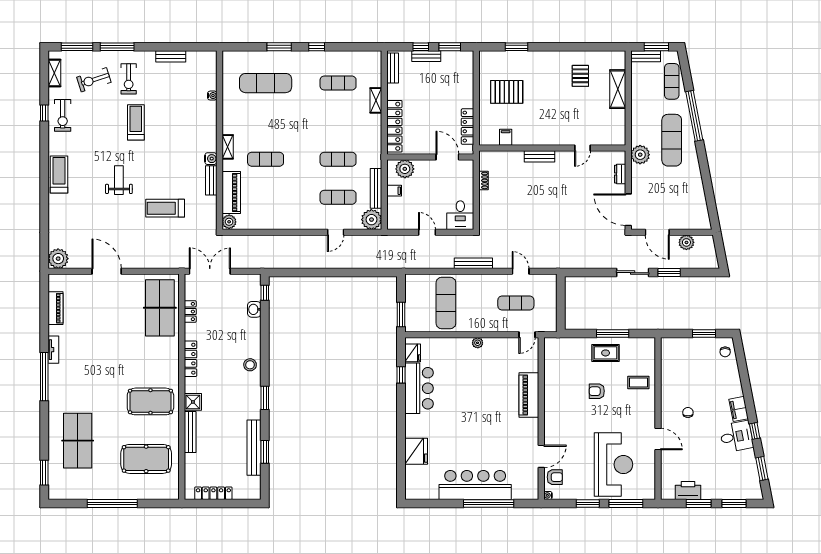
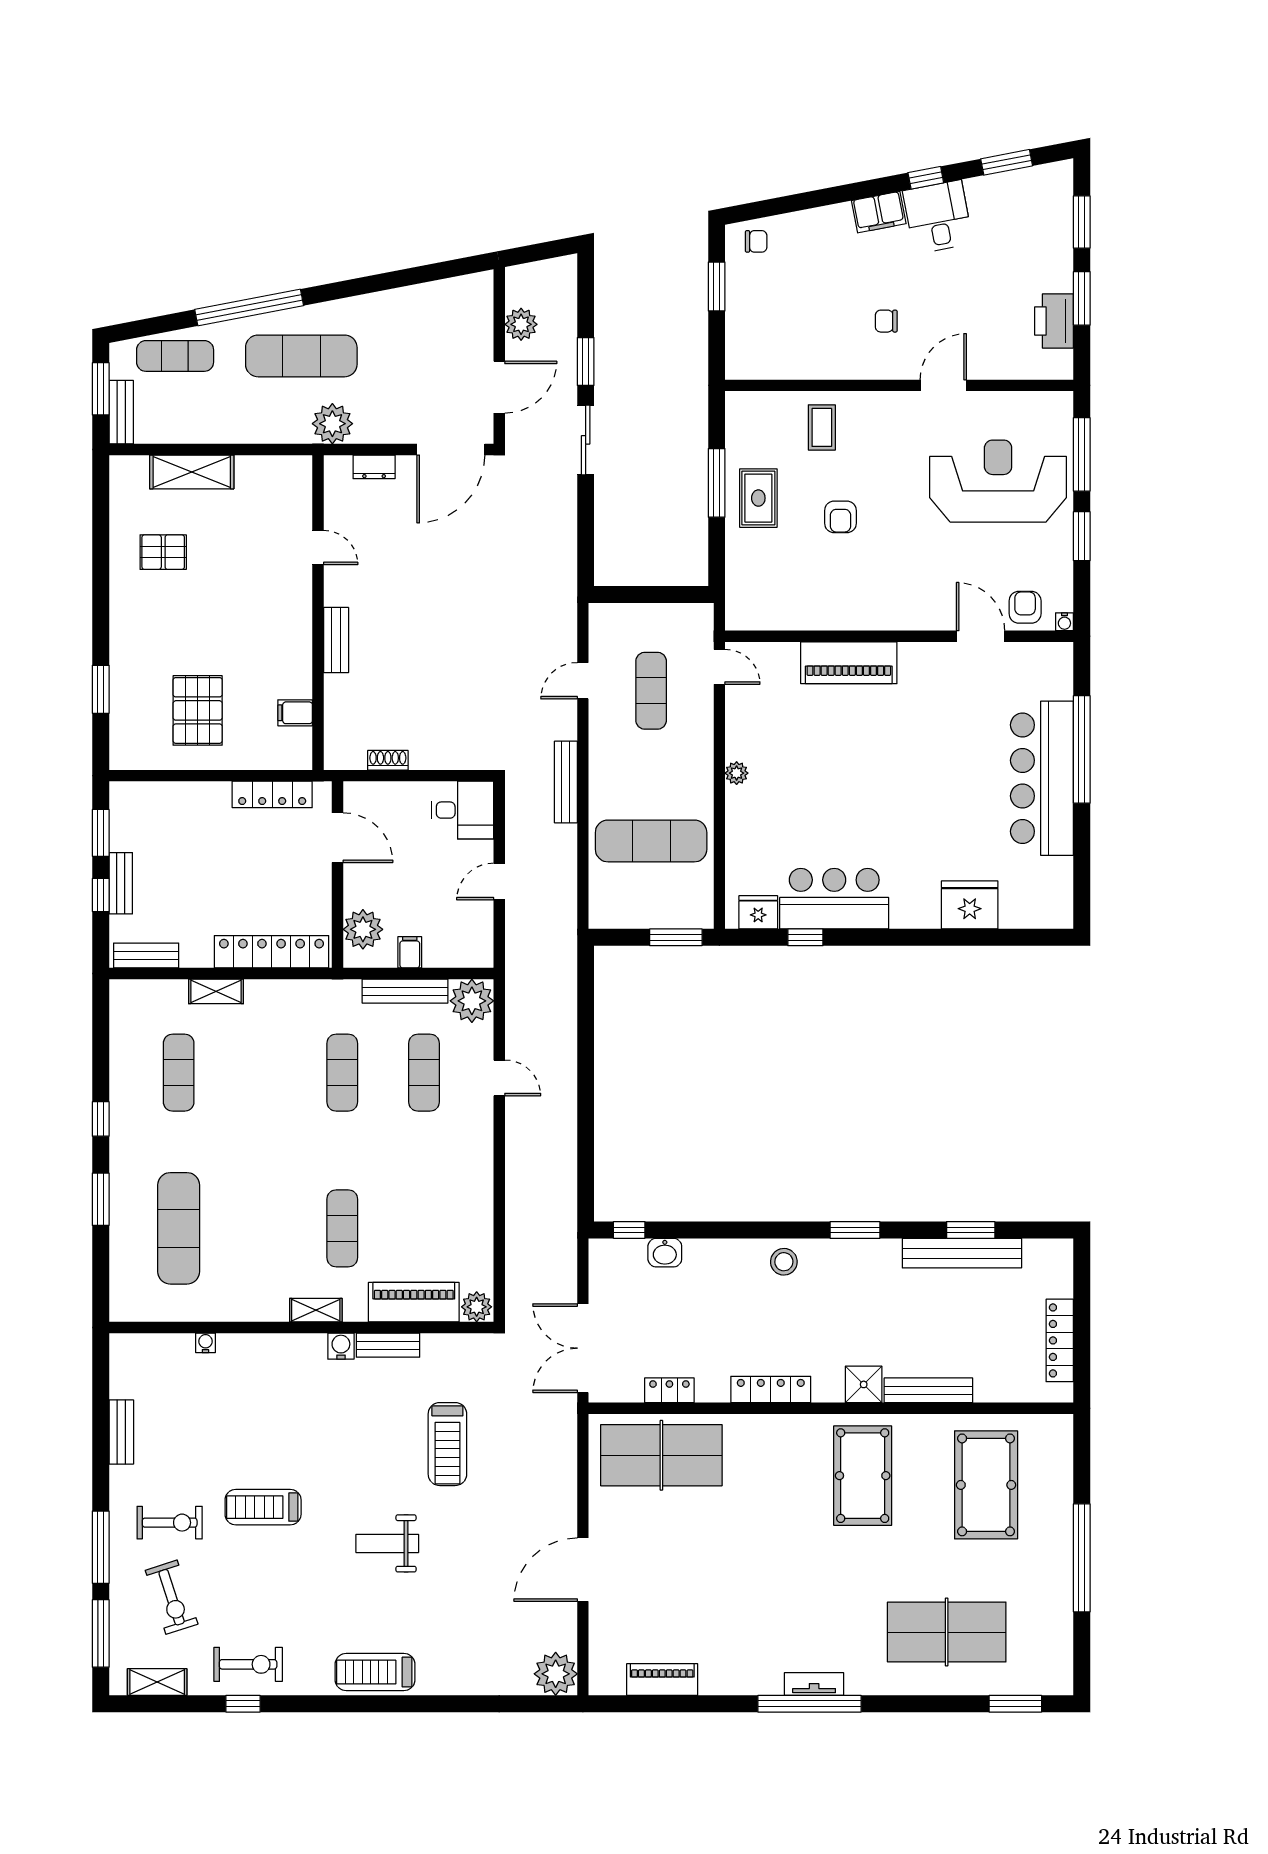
door: (447, 157) -> (338, 838), swing flipped
tv unit: (53, 350) -> (814, 1684), moved

